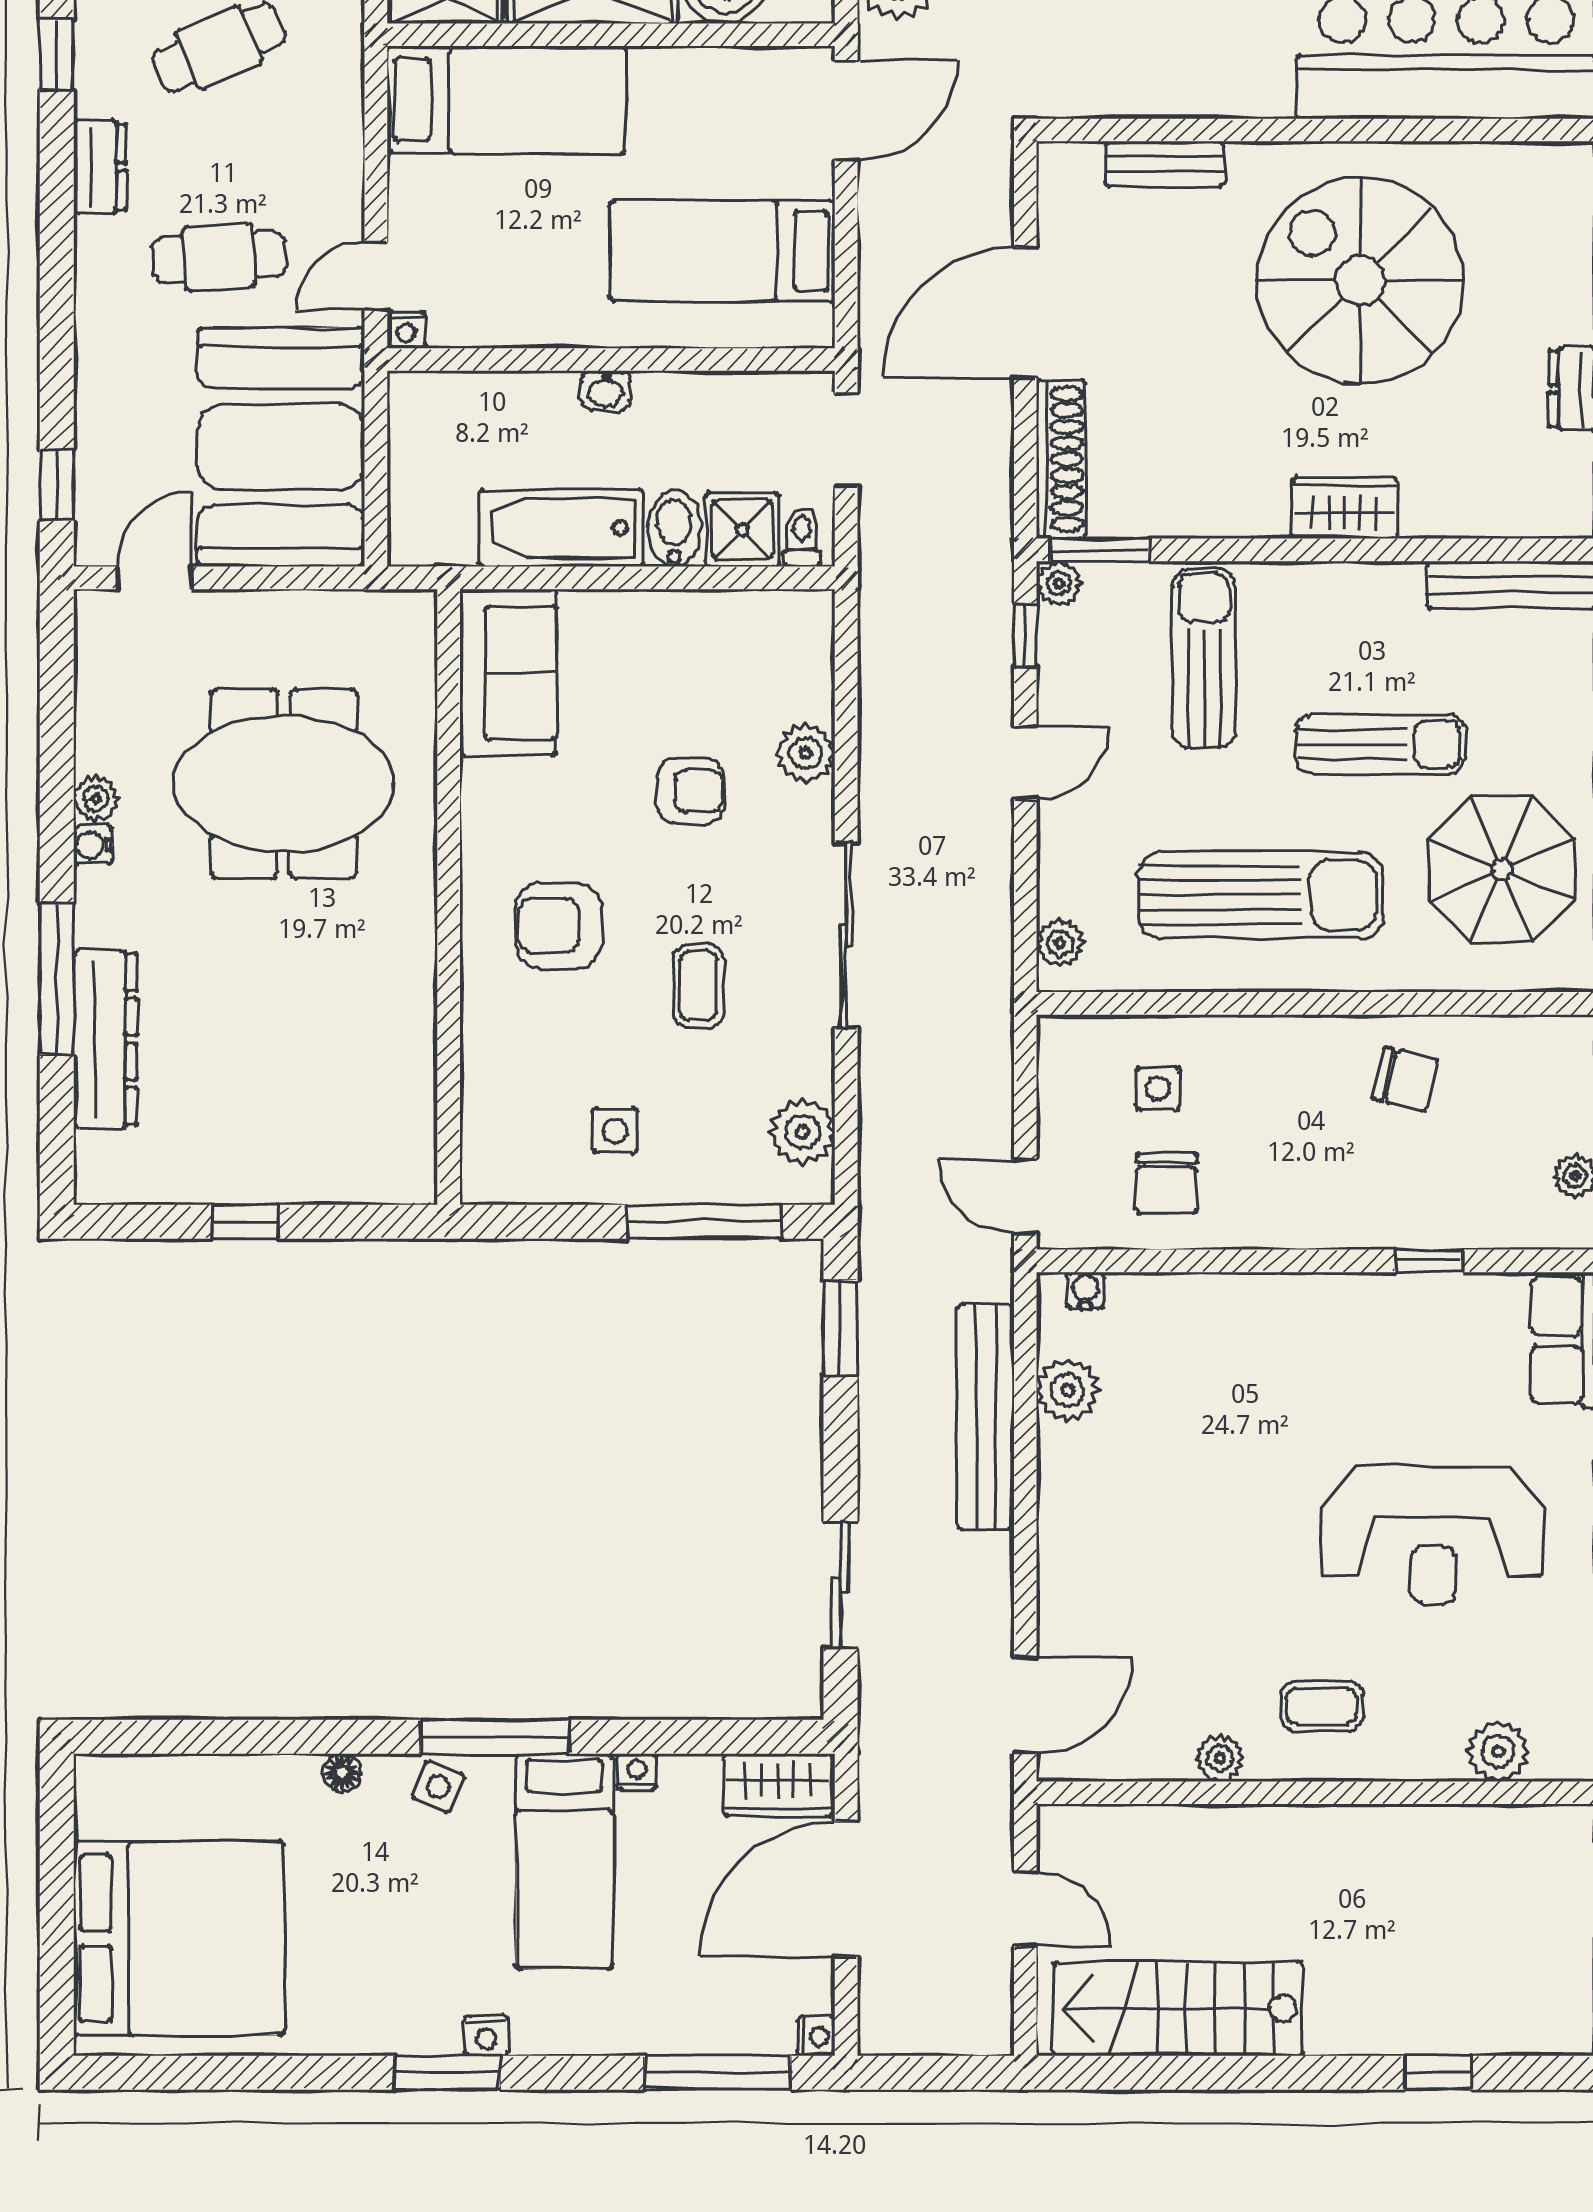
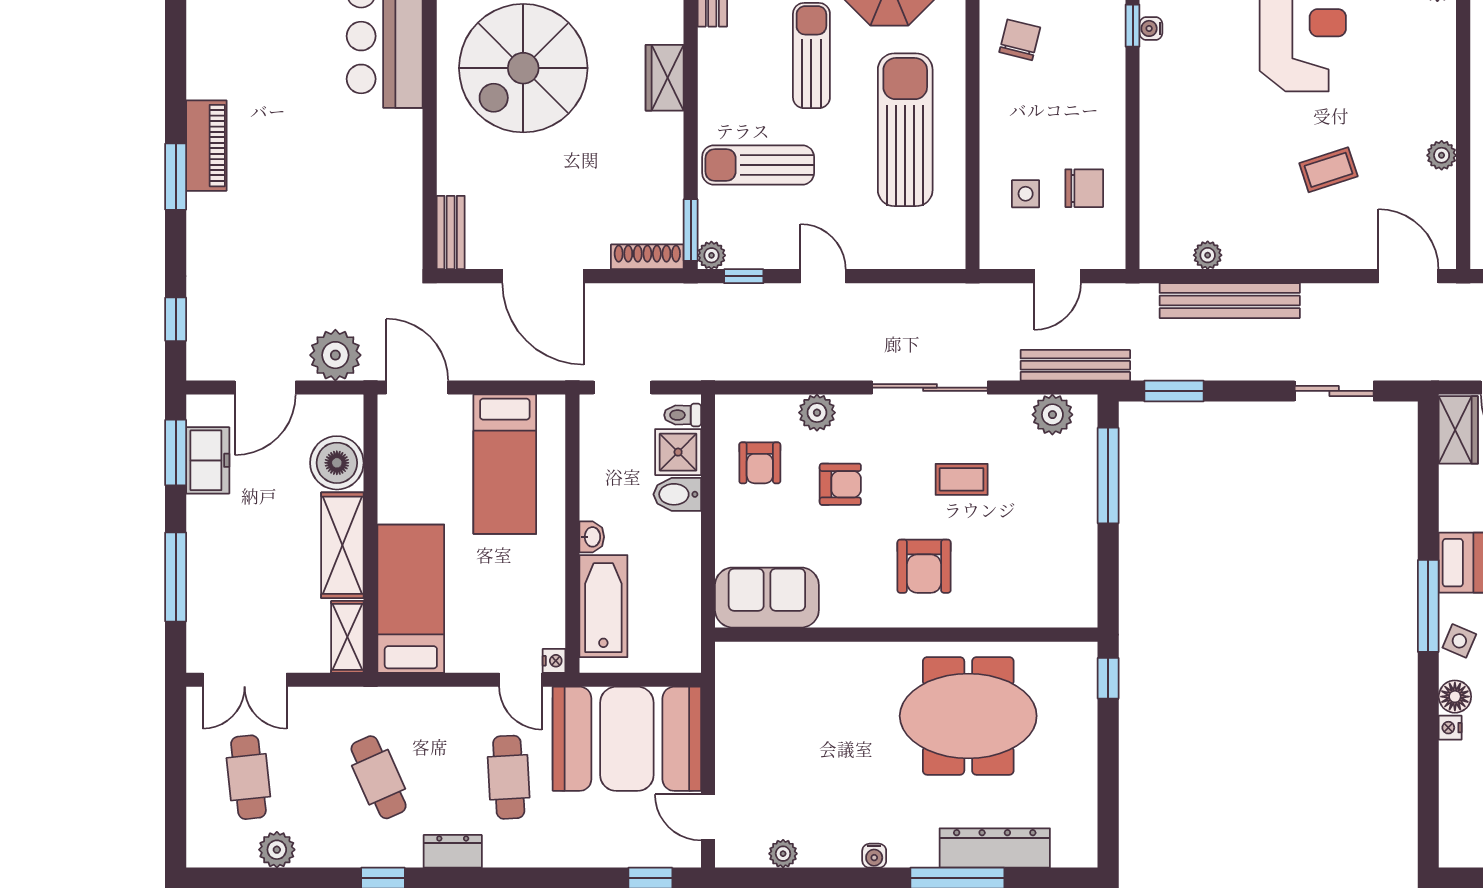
bench: (1165, 164) -> (451, 233), moved
shoe rack: (1061, 459) -> (647, 257), width x0.74, depth x0.81
bathtub: (561, 528) -> (603, 606), moved, turned 180
armchair: (725, 661) -> (760, 463), added
meeting table: (284, 784) -> (968, 716), moved, turned 90
armchair: (690, 791) -> (840, 484), turned 90
plant: (96, 799) -> (783, 854), moved
plant: (1060, 943) -> (935, 255), removed
side table: (615, 1131) -> (1052, 531), removed
bench: (882, 1169) -> (1075, 365), added
door: (1025, 1197) -> (1057, 276), moved
window: (245, 1222) -> (1108, 678), moved
water cooler: (1085, 1290) -> (1151, 28), moved
plant: (1068, 1390) -> (1208, 255), width x0.73, depth x0.73
coffee table: (1322, 1706) -> (1328, 170), moved, turned 72
nightstand: (637, 1772) -> (1450, 728), moved
floor lamp: (342, 1773) -> (1455, 697), width x1.37, depth x1.37

